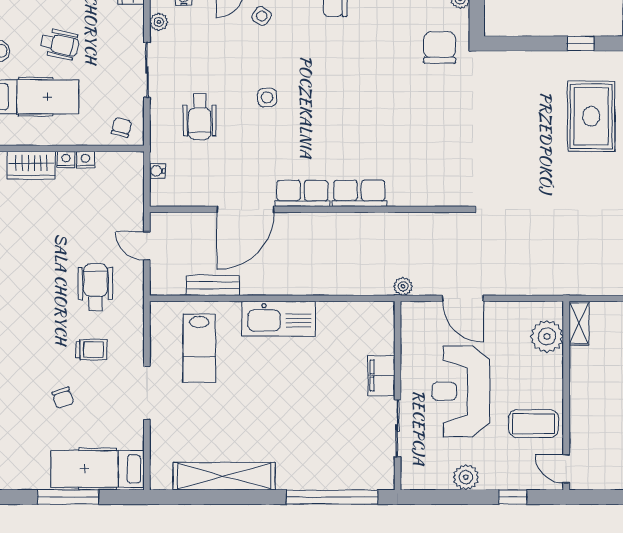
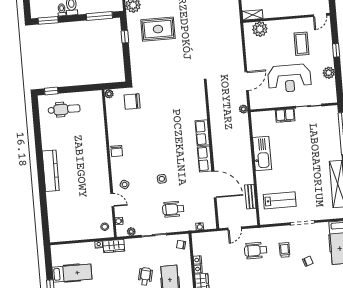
wheelchair: (200, 117) -> (173, 209), turned 180
kitchen sink: (279, 319) -> (262, 153), moved
shelving: (579, 323) -> (253, 15), moved
plant: (547, 336) -> (260, 29), moved
wall: (566, 396) -> (286, 18), moved
door: (566, 469) -> (320, 15), moved

